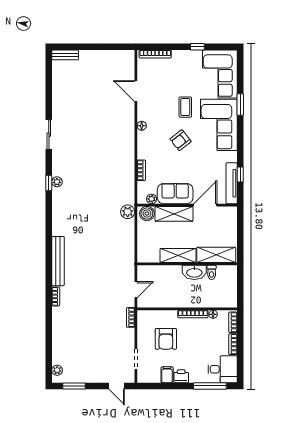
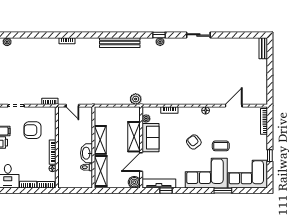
door: (205, 205) -> (141, 162), swing flipped
boiler: (147, 214) -> (134, 182), moved
bench: (58, 261) -> (120, 43), moved

